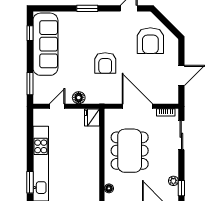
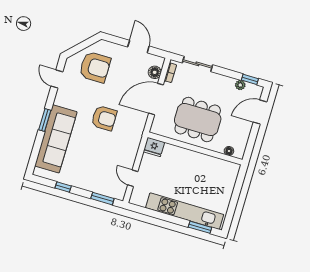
window: (30, 33) -> (63, 187), moved
sofa: (45, 44) -> (56, 139), moved, turned 90
floor lamp: (79, 98) -> (155, 72), moved

